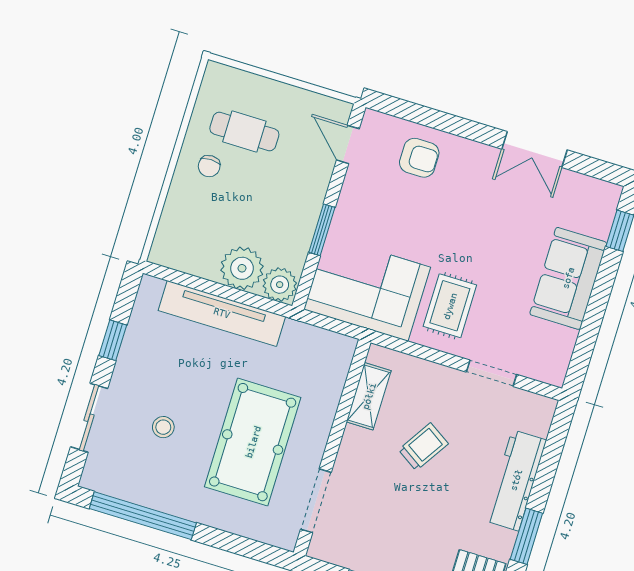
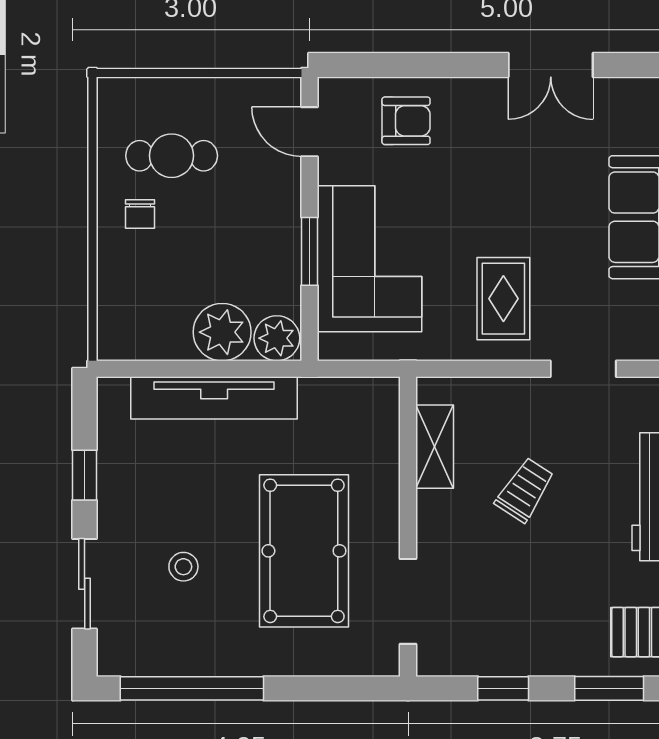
corner sofa: (367, 288) -> (369, 259), moved, turned 90

